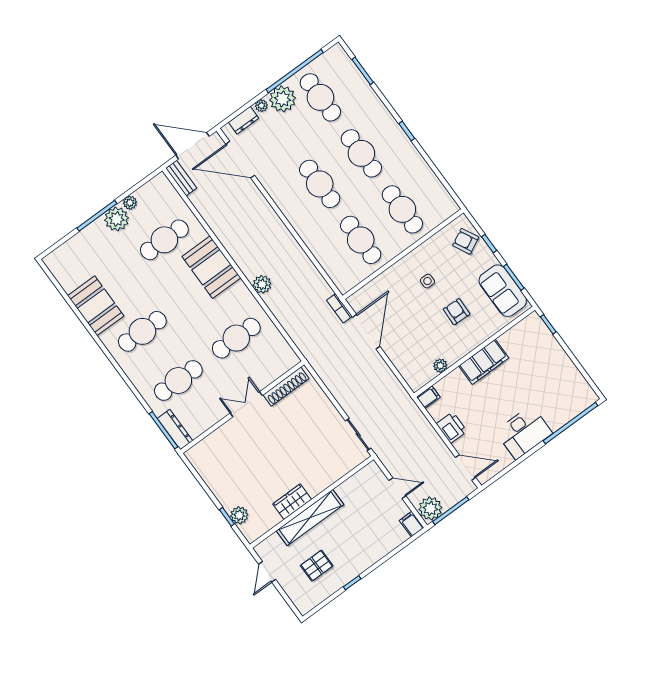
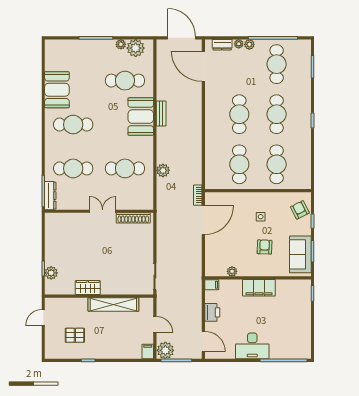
plant: (283, 99) -> (249, 44), width x0.53, depth x0.53
bench: (181, 178) -> (161, 113), moved
plant: (117, 219) -> (136, 48), moved
plant: (262, 284) -> (163, 170), moved
shelving: (310, 518) -> (113, 304), moved

